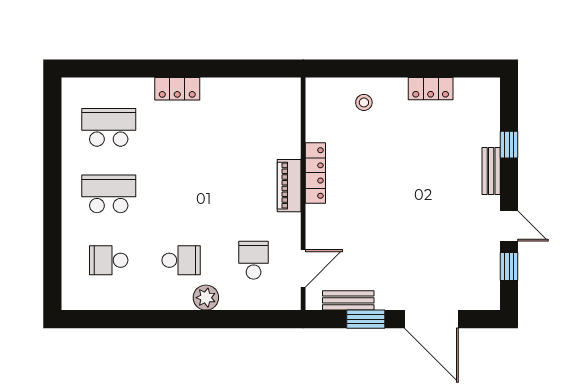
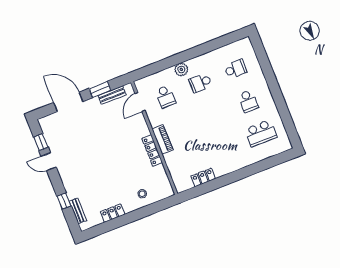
locker: (177, 89) -> (203, 177), moved
bench: (491, 171) -> (78, 211), moved
school desk: (109, 194) -> (248, 101), width x0.54

